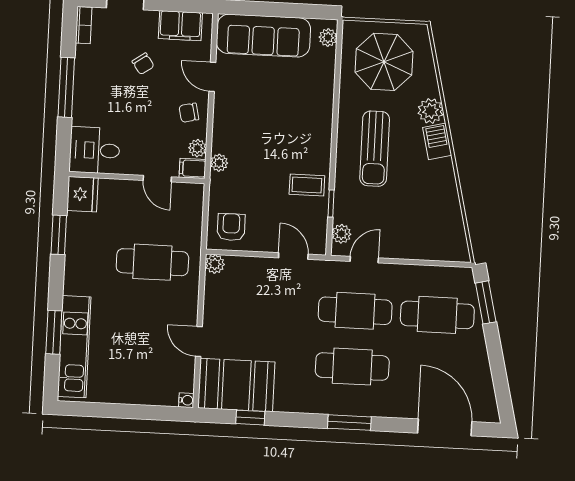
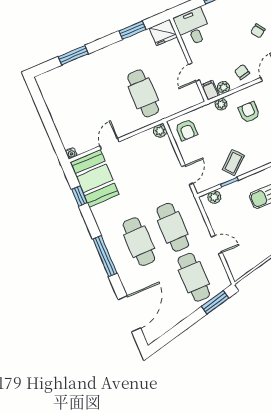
armchair: (248, 130) -> (249, 112), added
coffee table: (307, 185) -> (233, 163), turned 49
armchair: (231, 227) -> (187, 130), turned 90
door: (364, 260) -> (217, 245), moved
kitchen unit: (74, 347) -> (71, 71), removed
window: (349, 423) -> (105, 256), width x1.44

